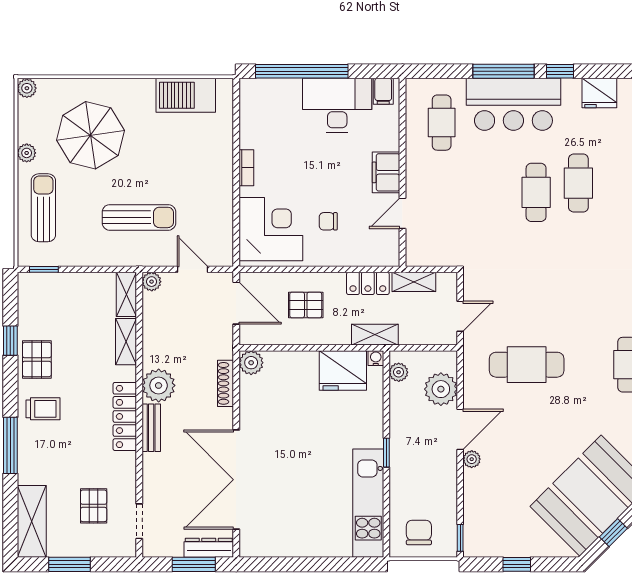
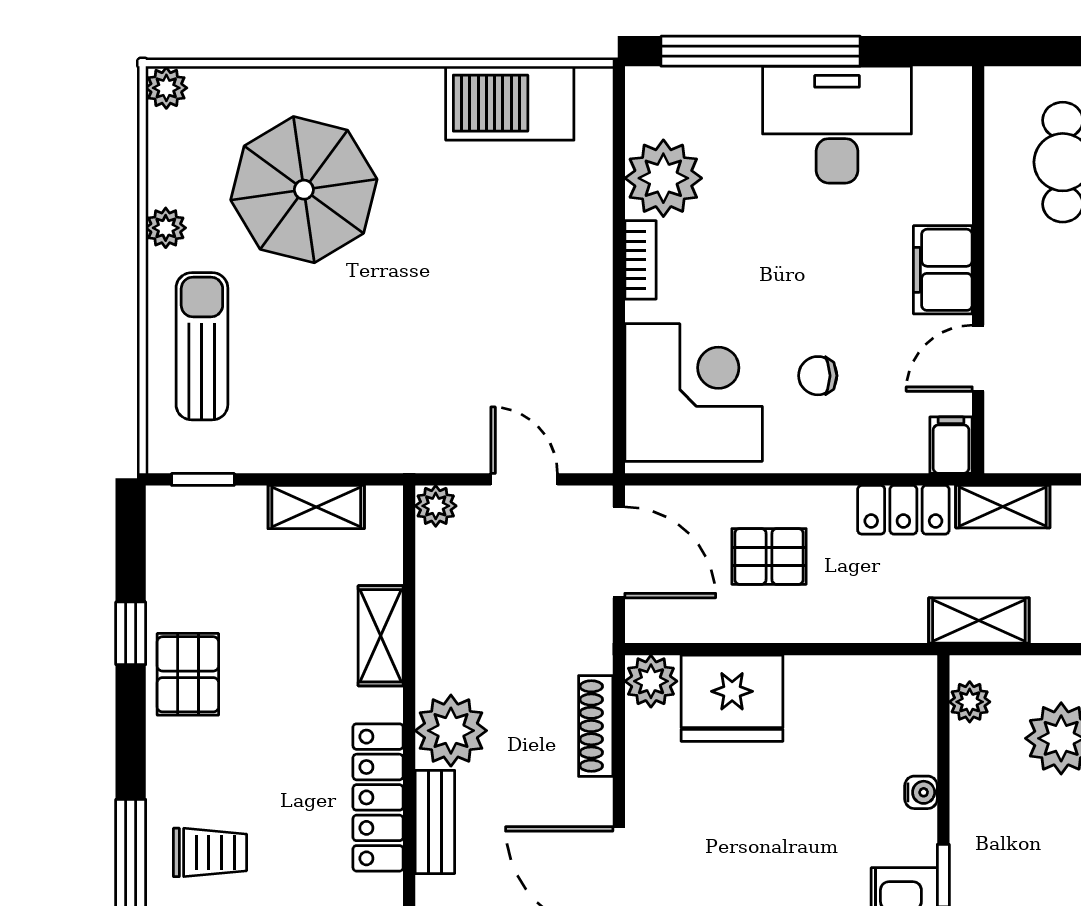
filing cabinet: (383, 91) -> (951, 445), moved, turned 180
plant: (257, 130) -> (663, 178), added
sun lounger: (139, 217) -> (409, 367), removed
shelving: (126, 294) -> (316, 507), moved, turned 90
shelving: (375, 335) -> (979, 620), moved
water cooler: (376, 358) -> (921, 792), moved, turned 90
fridge: (343, 371) -> (732, 698), moved
trolley: (43, 409) -> (210, 852), moved

